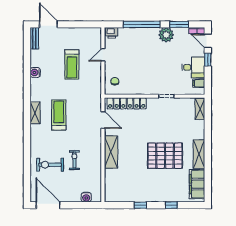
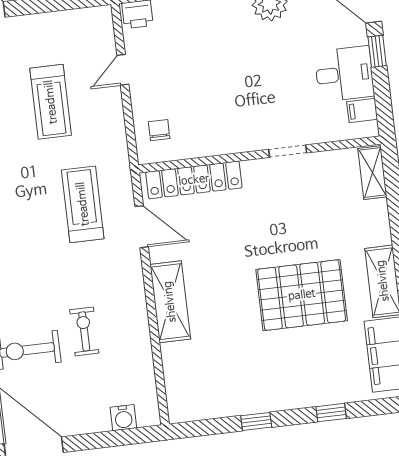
treadmill: (59, 115) -> (83, 204), moved

